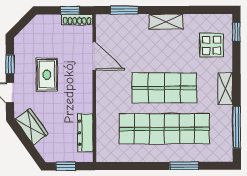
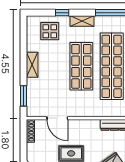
window: (70, 10) -> (24, 136), removed
window: (236, 32) -> (62, 13), moved
door: (94, 56) -> (57, 118), swing flipped

